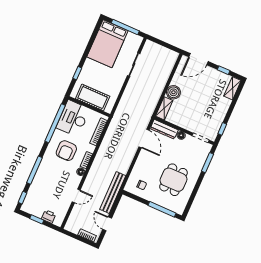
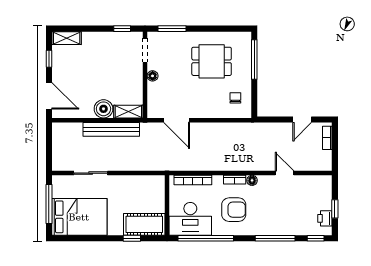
cot: (93, 98) -> (144, 224), moved, turned 90
dresser: (164, 129) -> (154, 100), removed
door: (144, 139) -> (177, 120), swing flipped
bench: (113, 193) -> (111, 129), moved
printer: (49, 217) -> (325, 218), moved

